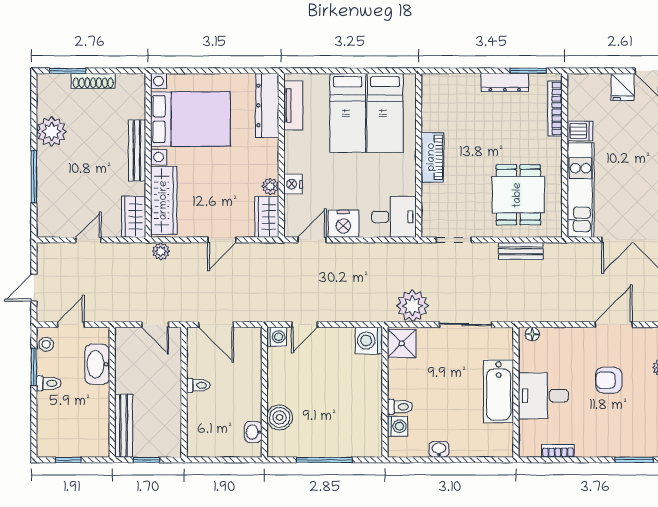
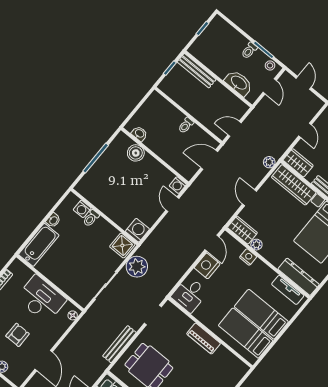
bench: (521, 251) -> (119, 344), width x1.36
bathtub: (499, 391) -> (39, 245), moved, turned 90
desk: (543, 396) -> (41, 299), width x1.37

